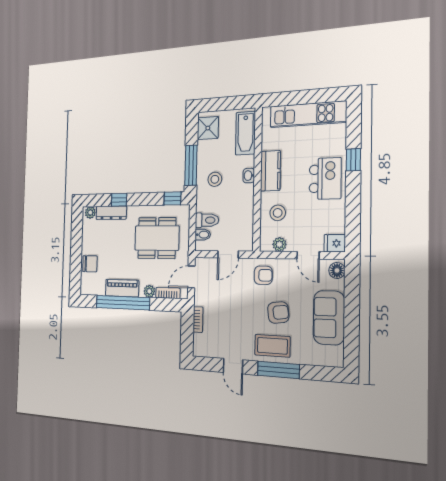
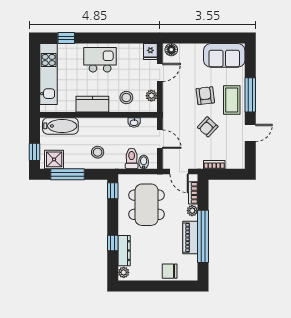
window: (217, 104) -> (35, 152), added
window: (353, 160) -> (66, 38), moved
window: (191, 165) -> (67, 174), moved
washbasin: (249, 176) -> (134, 122), moved
chair: (90, 264) -> (170, 271), turned -90
armchair: (263, 275) -> (208, 127), moved, turned -137
sofa: (329, 318) -> (224, 55), moved

